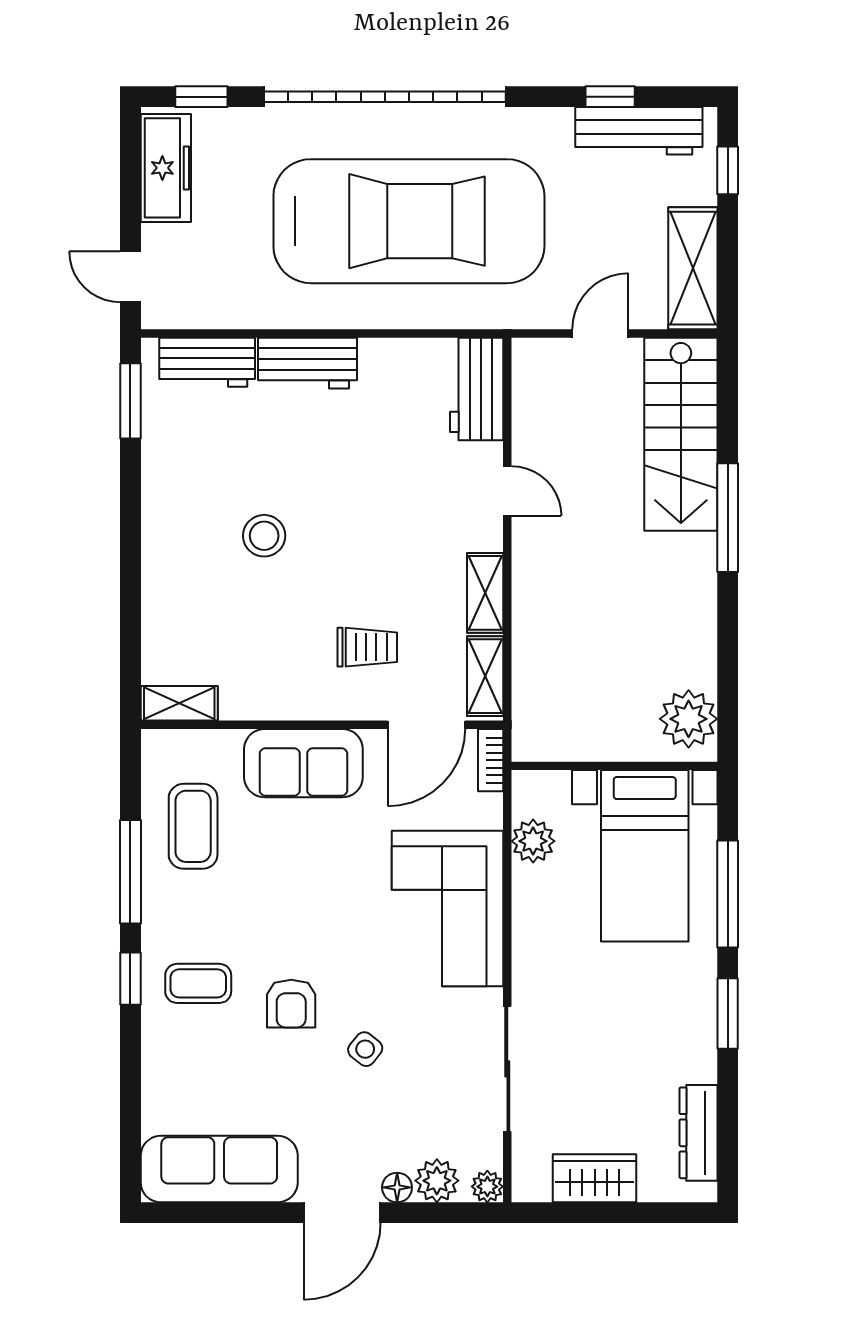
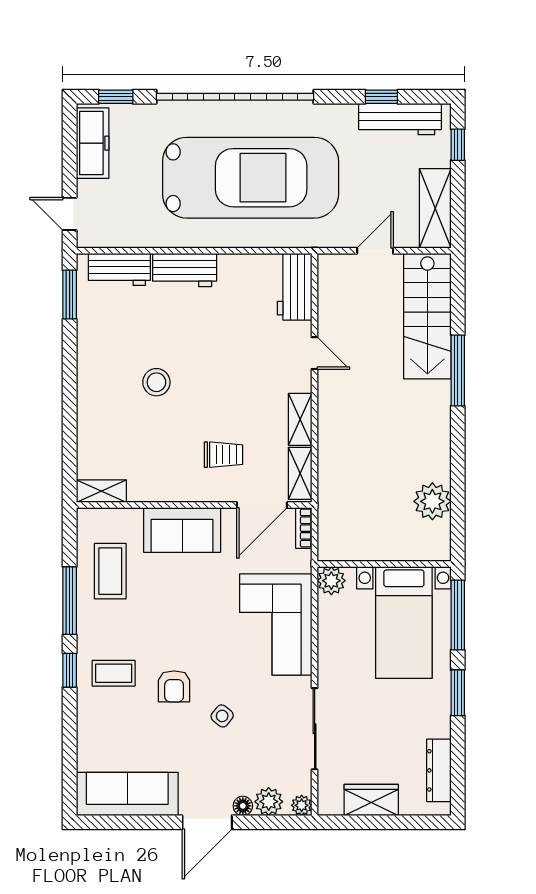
wall: (614, 766) -> (384, 564), moved
bed with nightstands: (645, 856) -> (404, 622), moved

